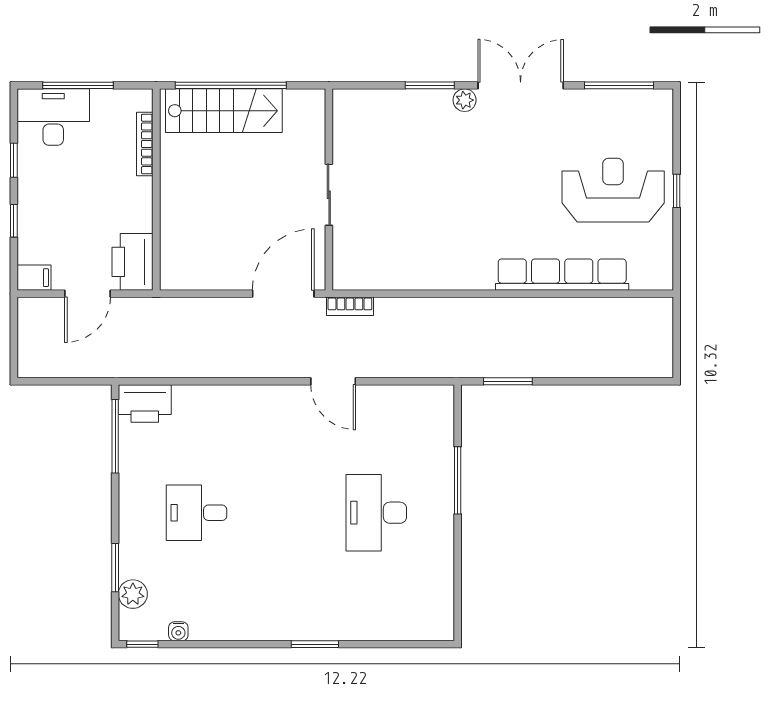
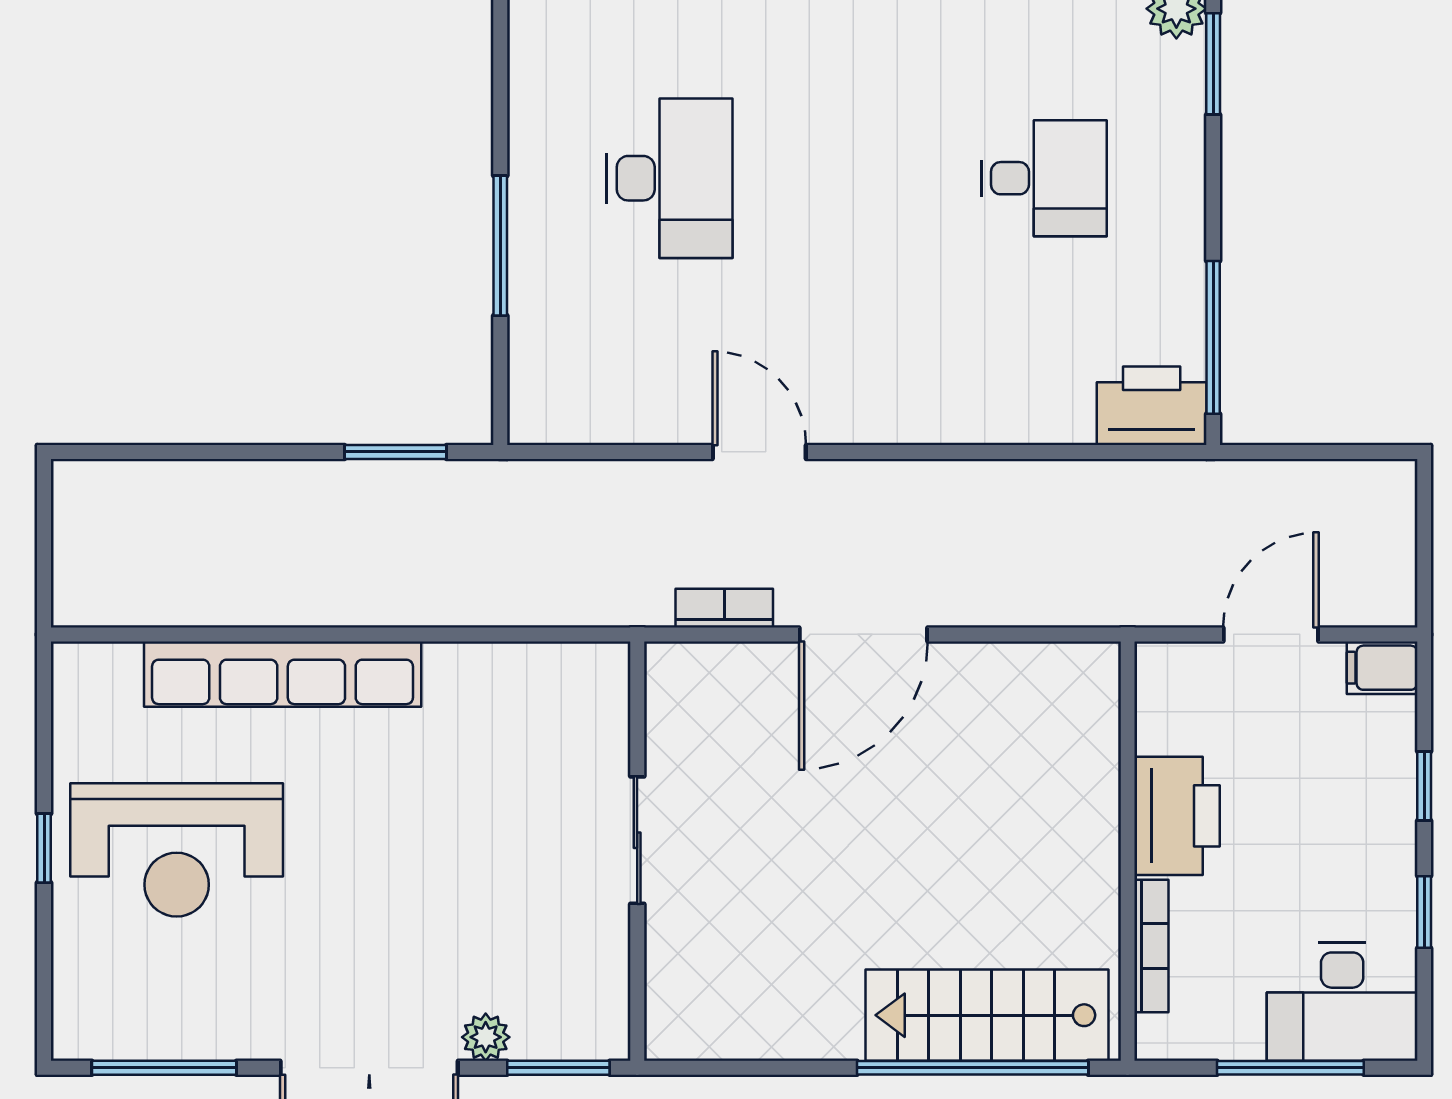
wall: (329, 190) -> (637, 851), moved
sliding door: (329, 195) -> (637, 840), moved
printer: (133, 262) -> (1177, 816), moved

